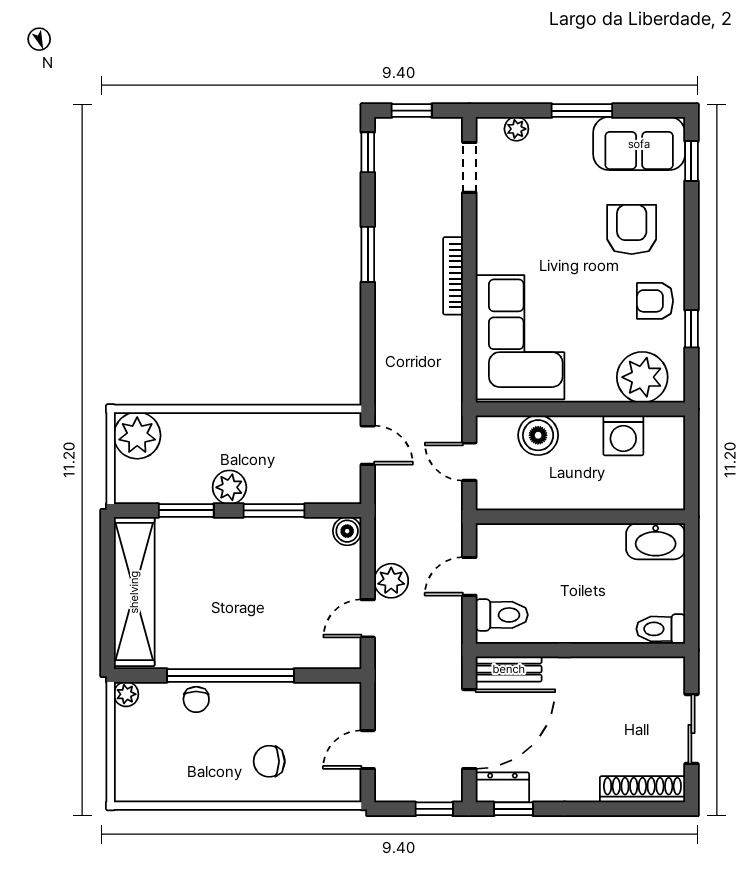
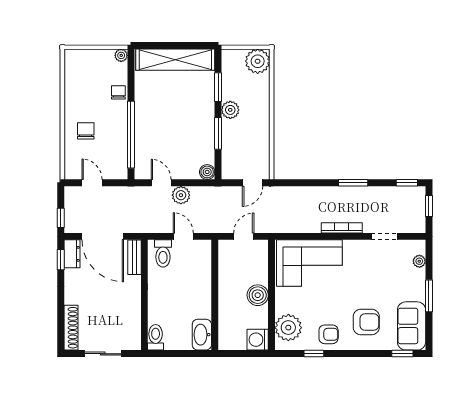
doorway: (469, 167) -> (384, 236), moved
armchair: (655, 301) -> (329, 334), turned 90
boiler: (538, 435) -> (258, 295), moved
washing machine: (623, 435) -> (258, 340), moved
window: (231, 676) -> (131, 135), moved
chair: (196, 699) -> (118, 92), turned 90

